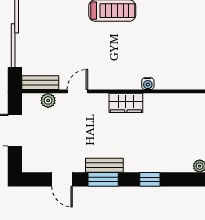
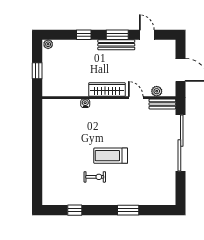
door: (77, 91) -> (136, 98), swing flipped
wardrobe: (126, 103) -> (107, 90), width x1.50
bench: (104, 165) -> (116, 45), width x1.36

